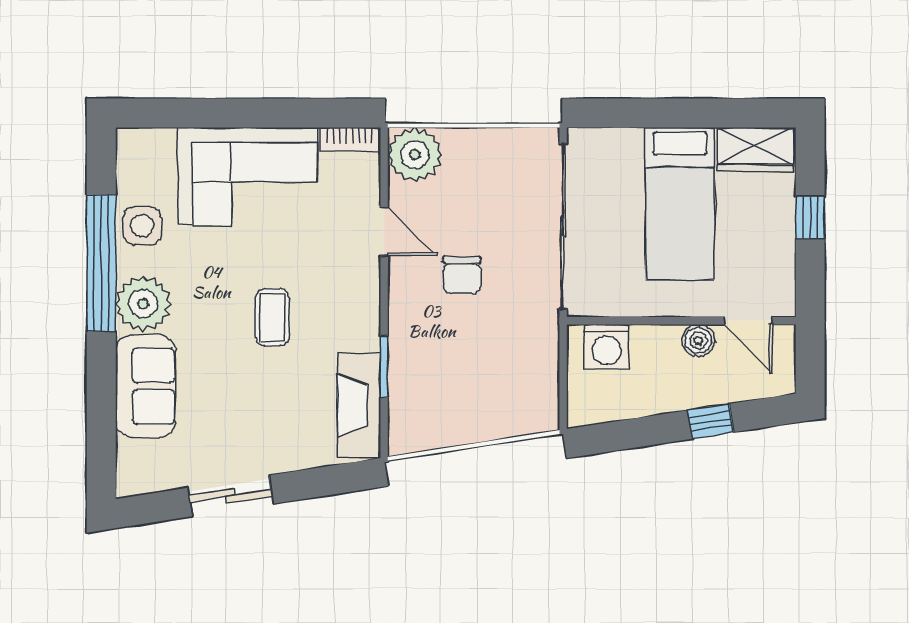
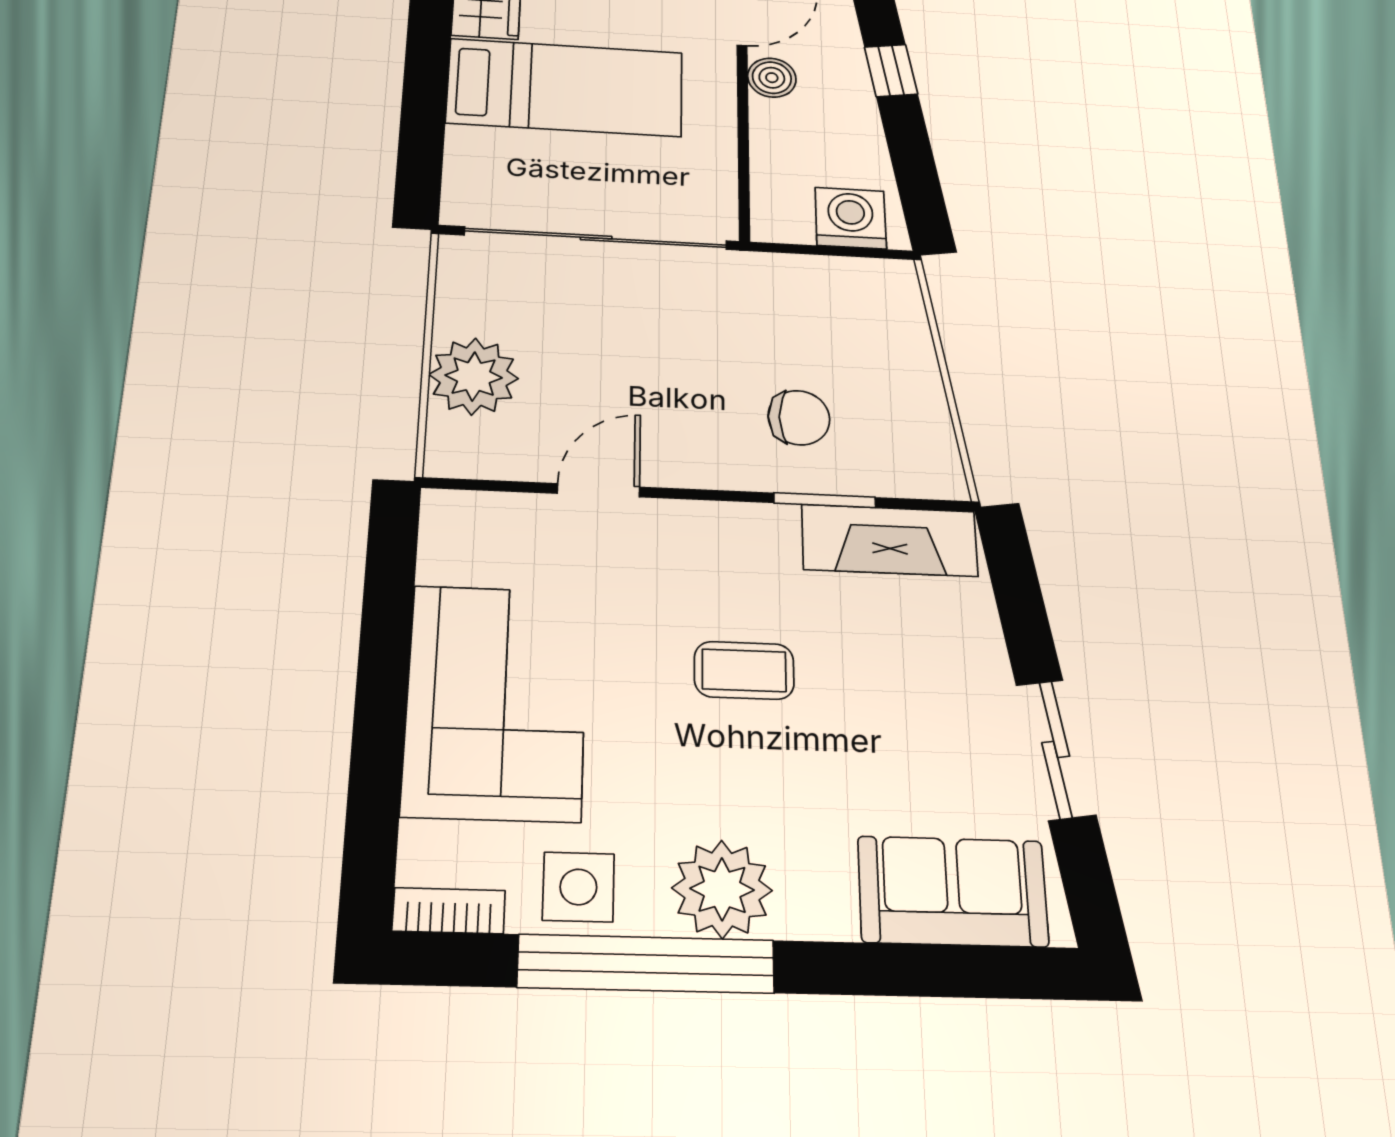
bookcase: (349, 139) -> (449, 911), moved, turned -90
plant: (415, 154) -> (474, 376), moved
chair: (462, 275) -> (799, 418), moved
washing machine: (606, 347) -> (851, 218), moved, turned -90
sofa: (146, 386) -> (953, 891), moved

